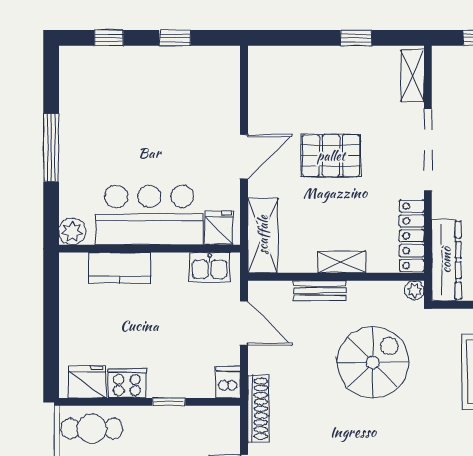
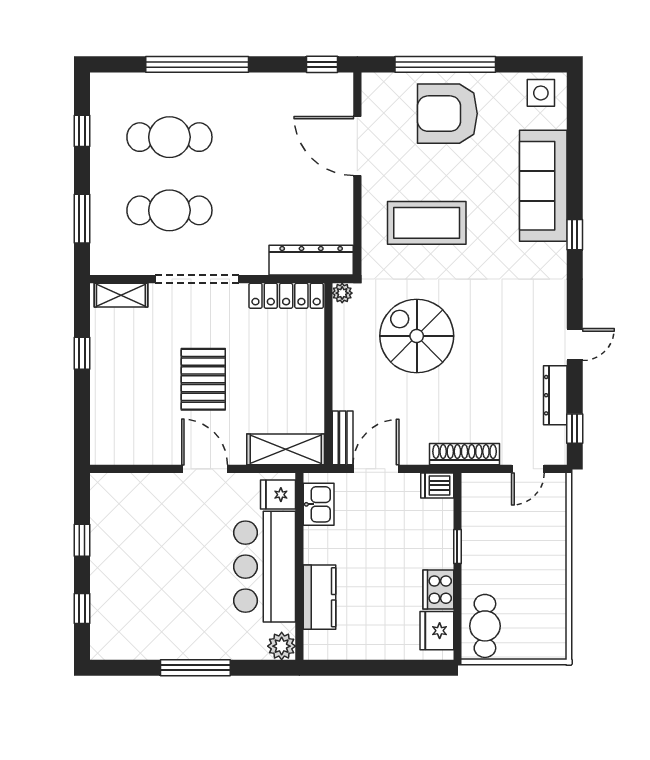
shelving: (342, 262) -> (313, 368), removed
bench: (320, 291) -> (343, 438), moved

